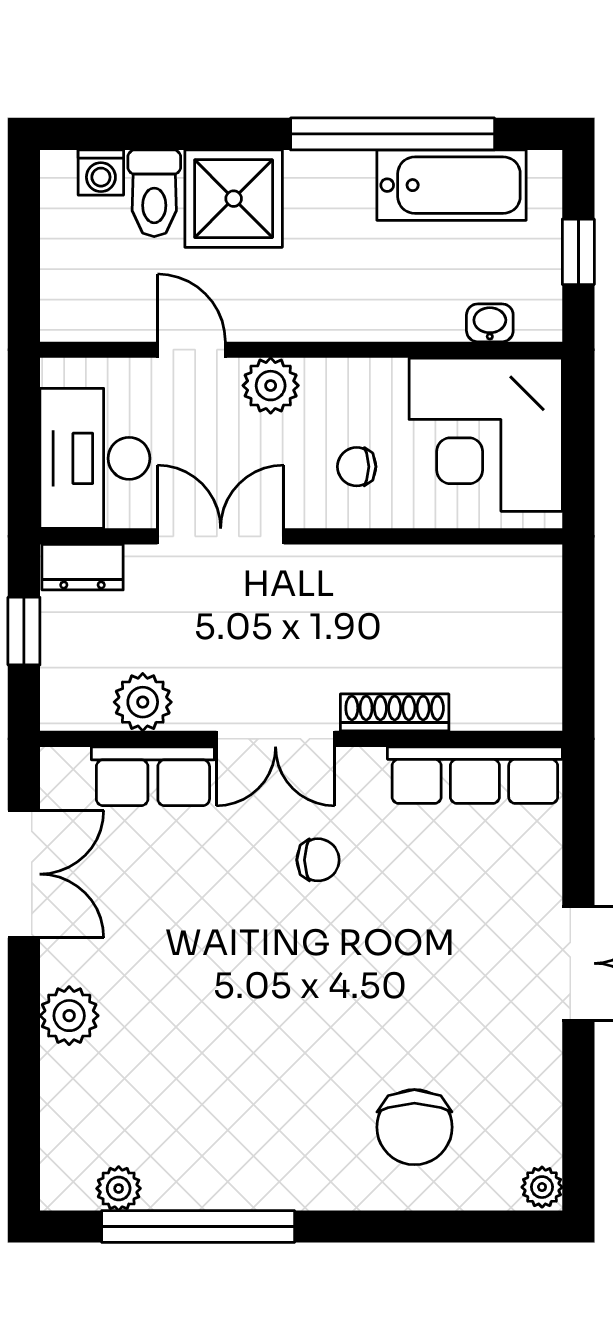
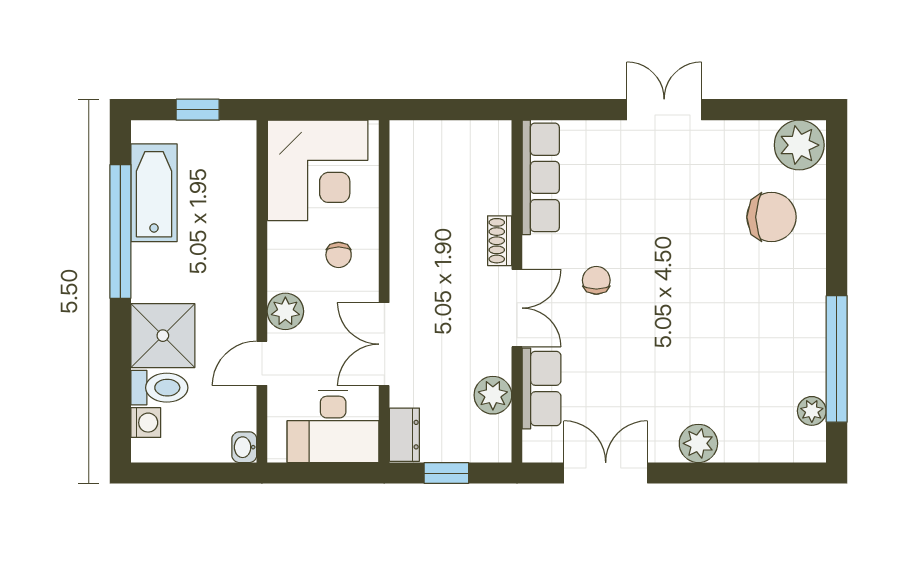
washbasin: (490, 323) -> (244, 447), moved
shoe rack: (395, 712) -> (500, 241), width x0.70
plant: (542, 1187) -> (799, 145), width x1.88, depth x1.88

